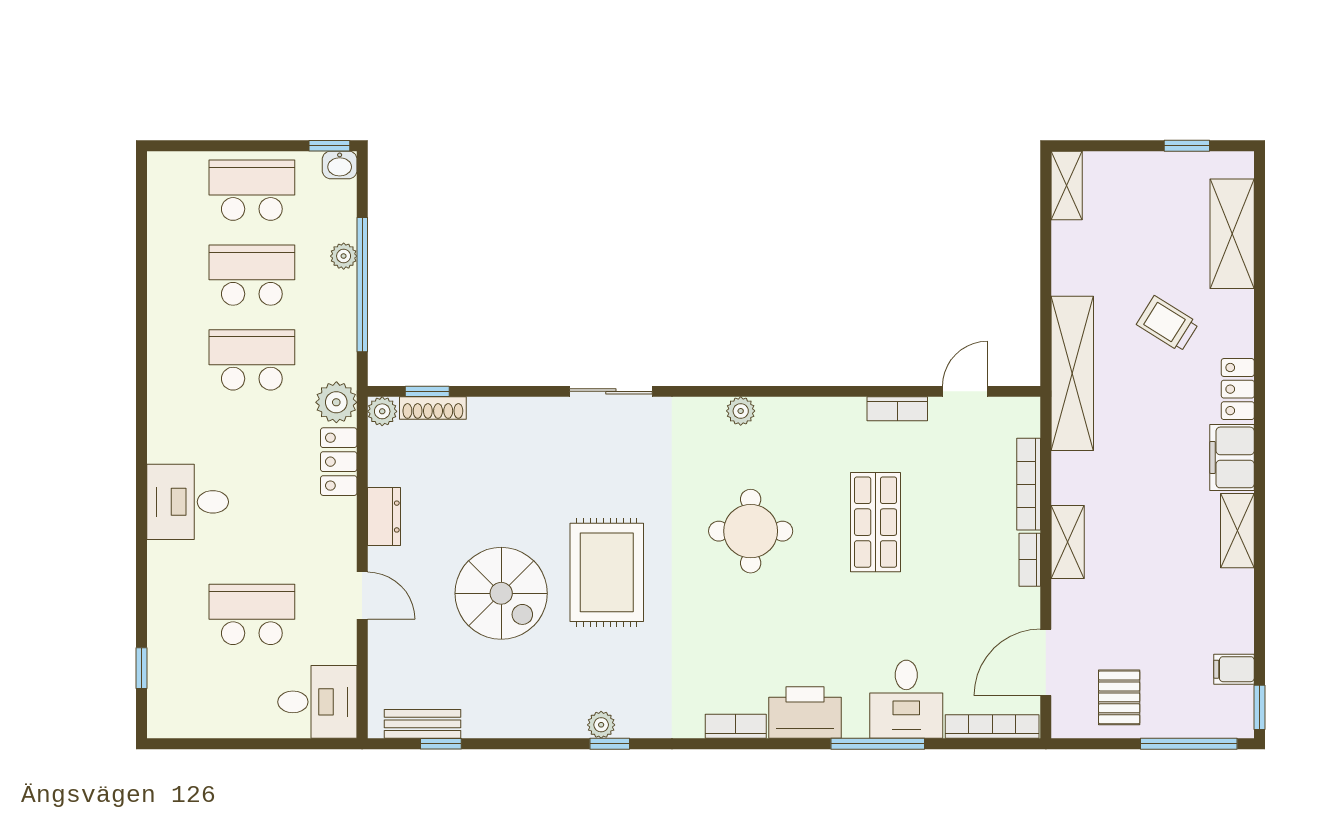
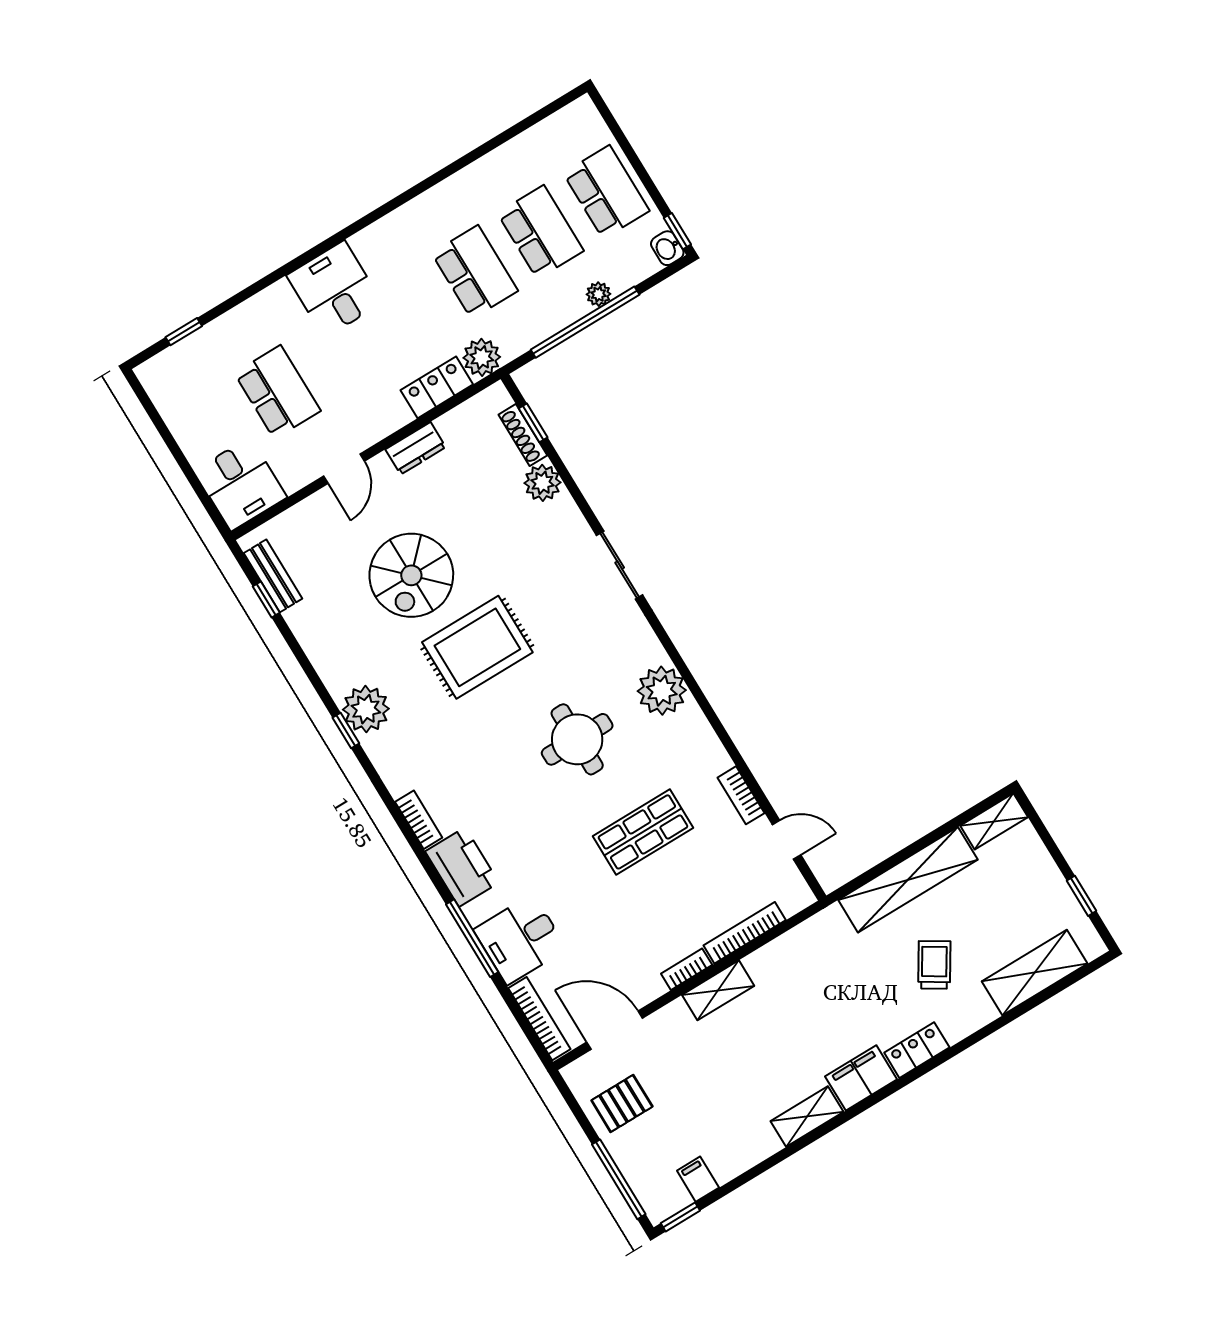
shelving: (1072, 373) -> (908, 880), moved
plant: (382, 411) -> (542, 483), moved, width x1.38, depth x1.38
plant: (741, 411) -> (662, 691), width x1.88, depth x1.88
plant: (601, 725) -> (366, 709), width x1.88, depth x1.88

